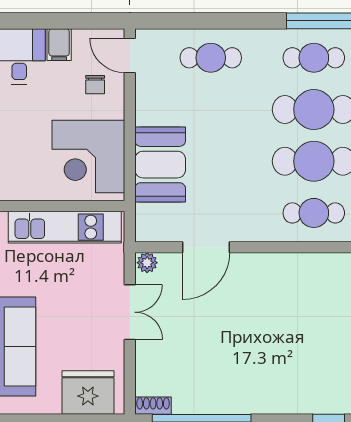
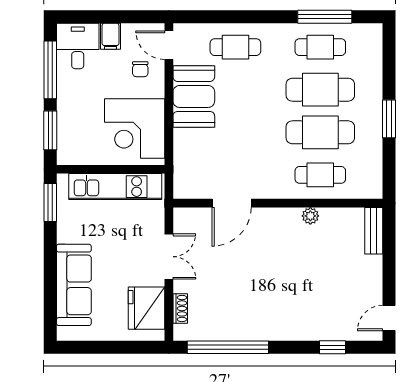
booth: (160, 165) -> (194, 96), moved
plant: (147, 263) -> (310, 216), moved
fridge: (88, 393) -> (146, 308), moved, turned -90
shoe rack: (153, 406) -> (180, 308), moved, turned 90

